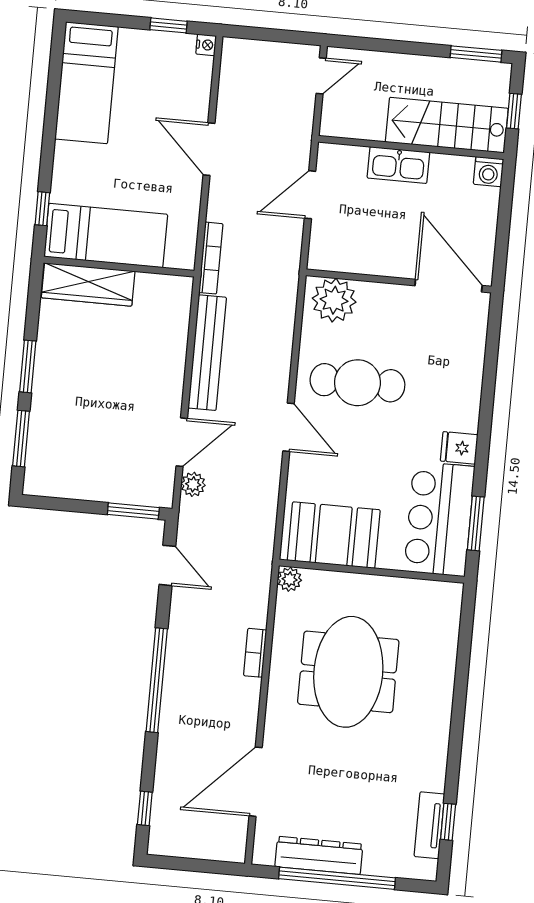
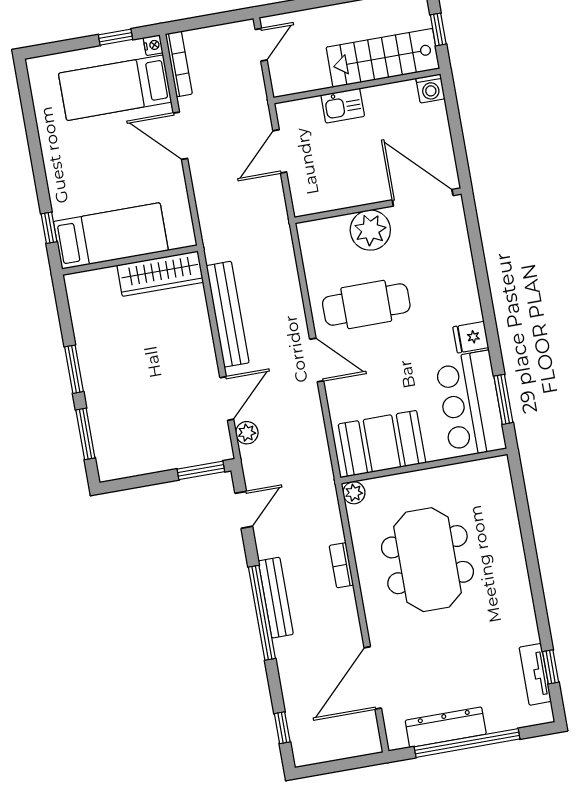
bed: (87, 83) -> (115, 88), moved, turned 90
kitchen sink: (398, 165) -> (343, 106), width x0.73
bookcase: (211, 258) -> (179, 64), moved
wardrobe: (88, 284) -> (160, 274), moved
plant: (334, 300) -> (370, 230), moved
door: (167, 565) -> (244, 510), hinge flipped
bench: (176, 668) -> (276, 598), added

